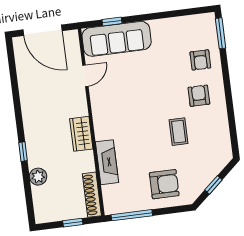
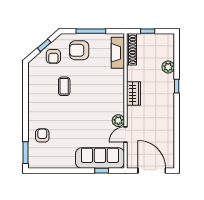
plant: (98, 94) -> (118, 121), added
armchair: (199, 96) -> (53, 56), moved
fireplace: (107, 162) -> (118, 53), moved
window: (132, 215) -> (91, 31), moved

